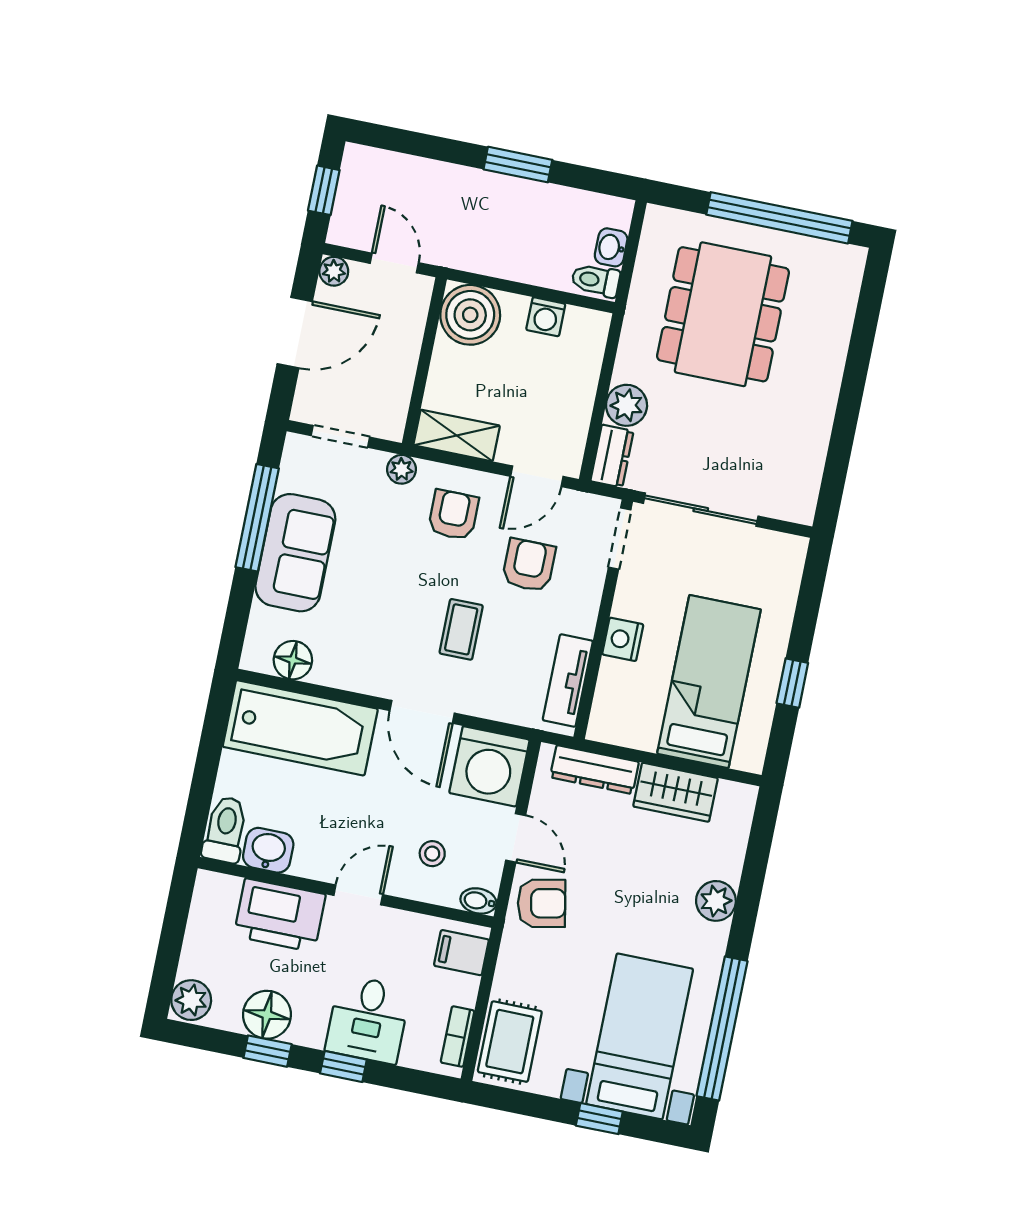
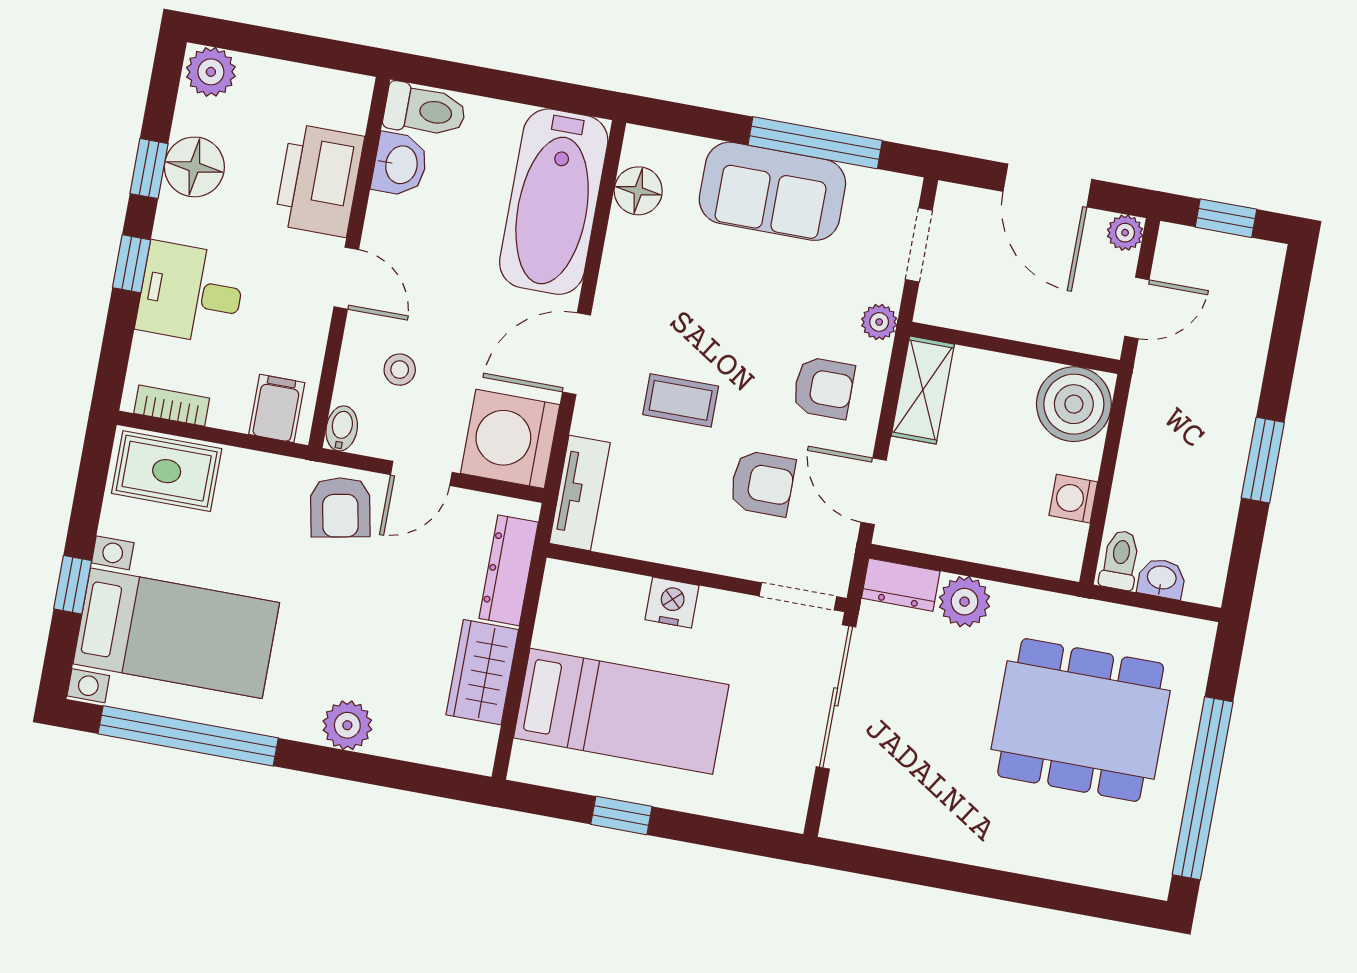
tv unit: (568, 680) -> (580, 493), moved, turned 90

